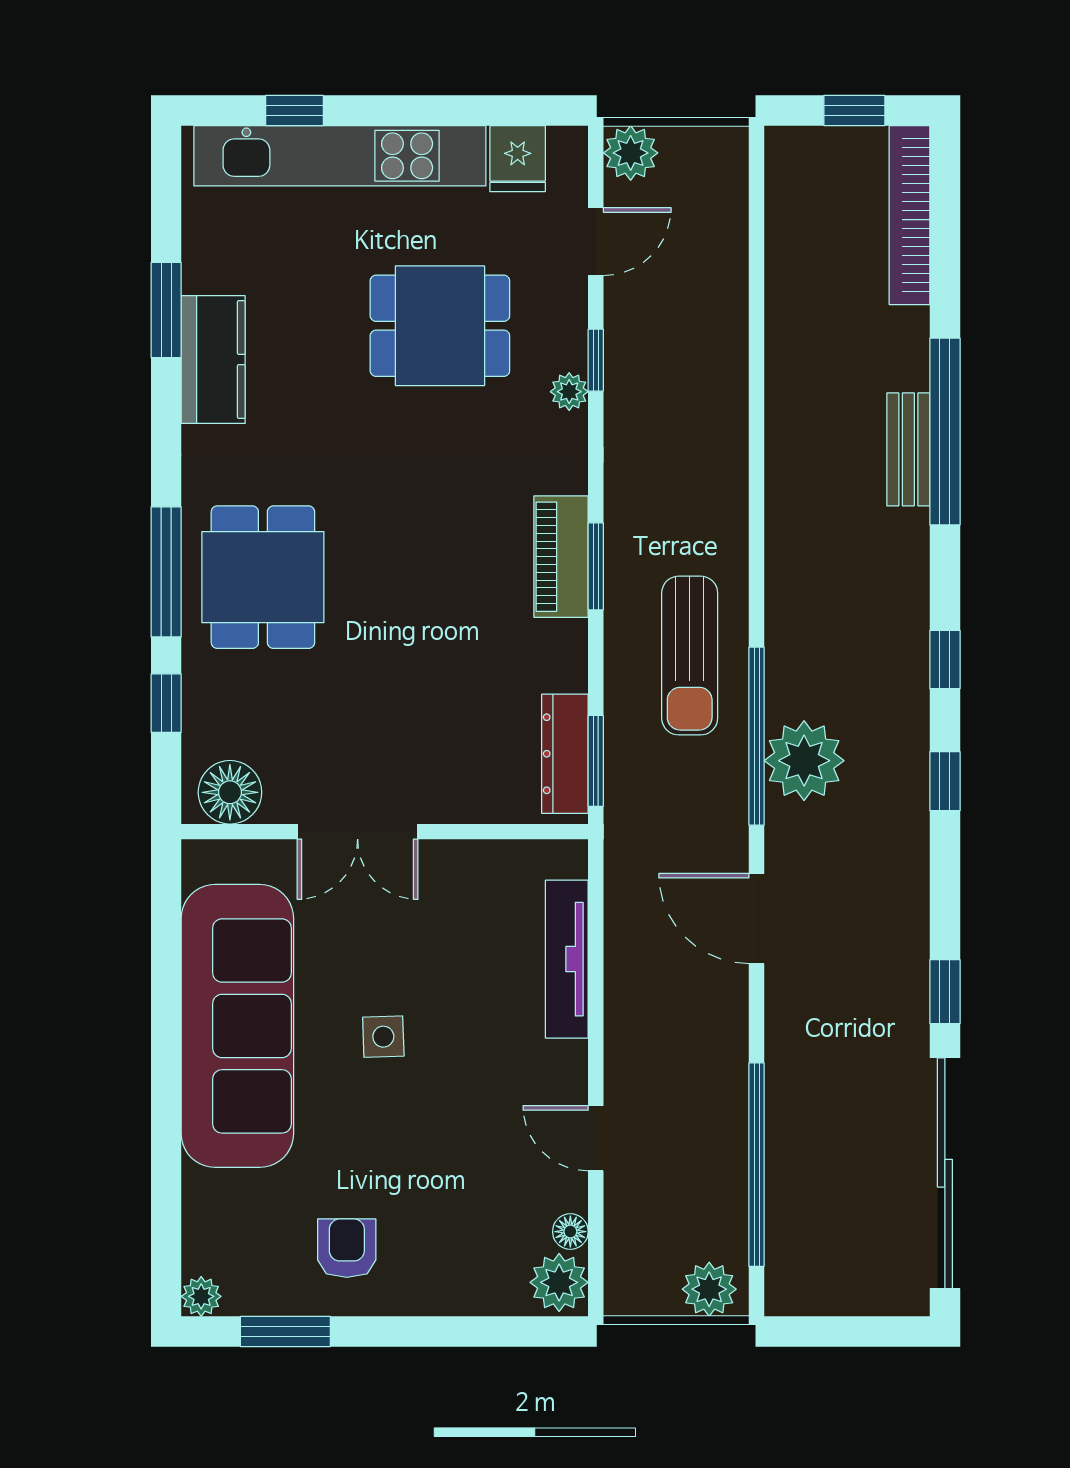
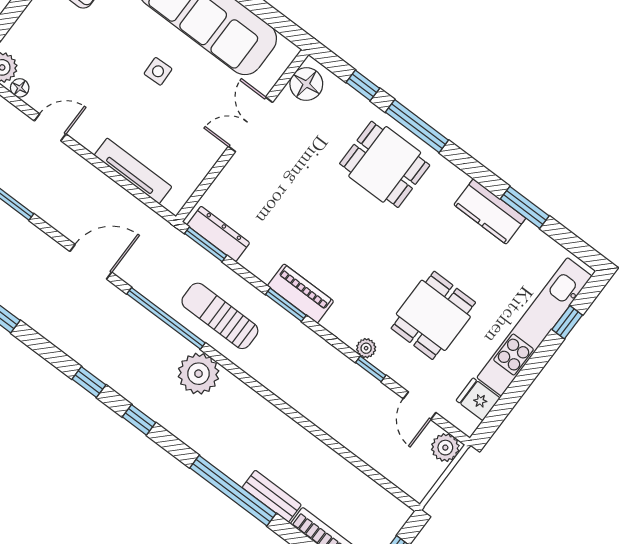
bench: (908, 449) -> (272, 496), moved
plant: (804, 761) -> (198, 374), moved

